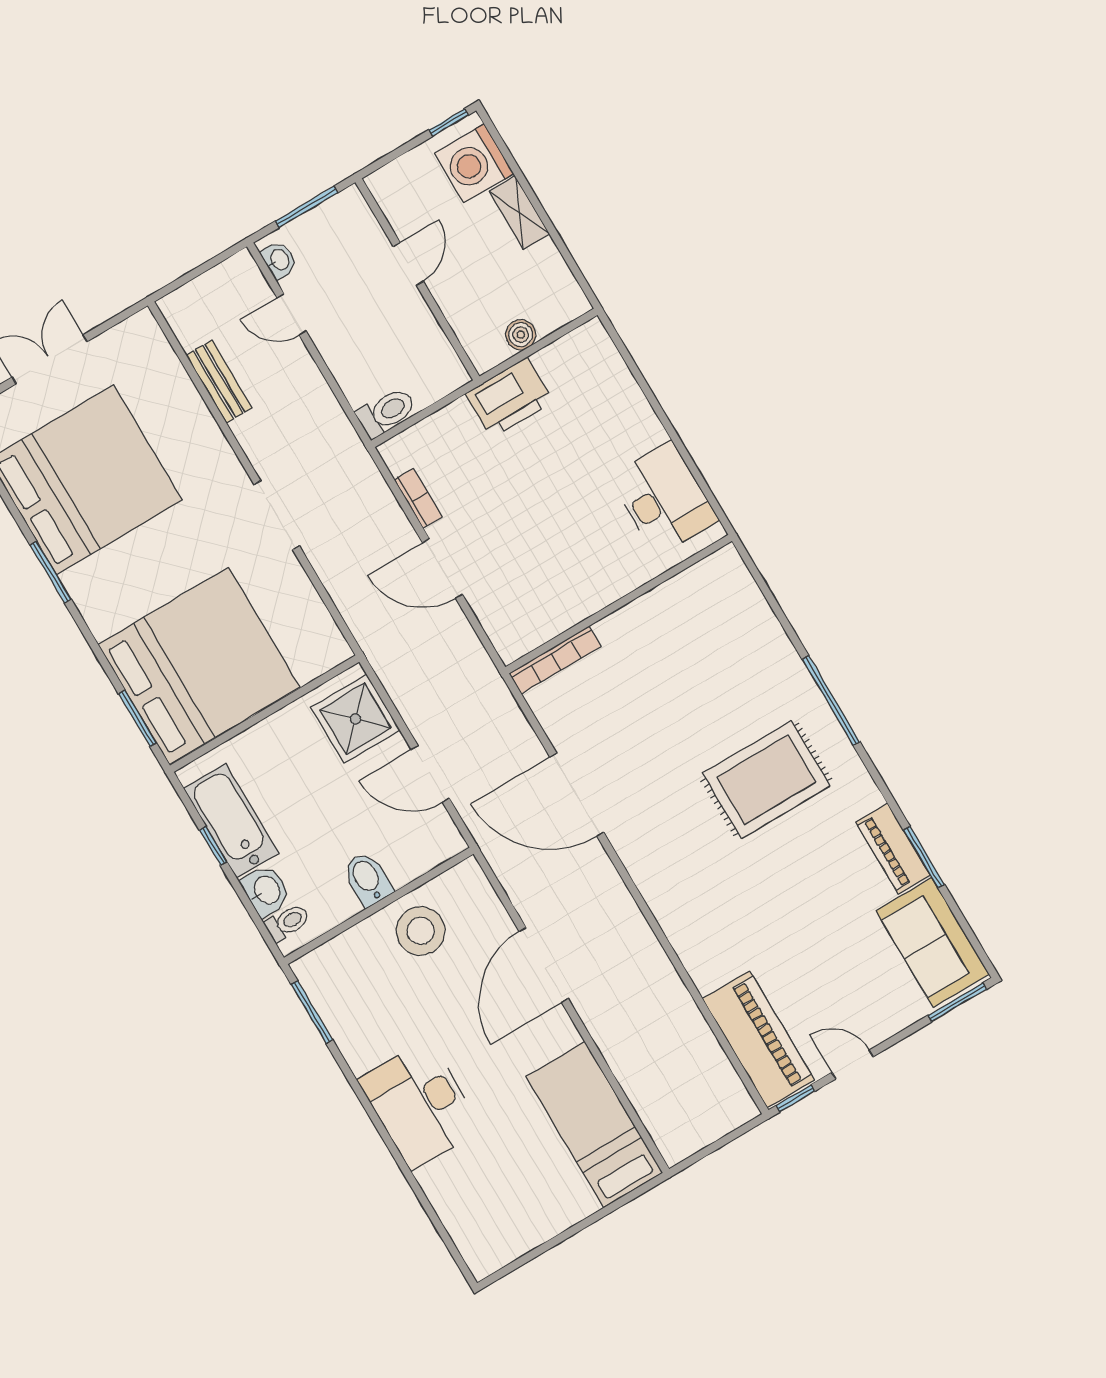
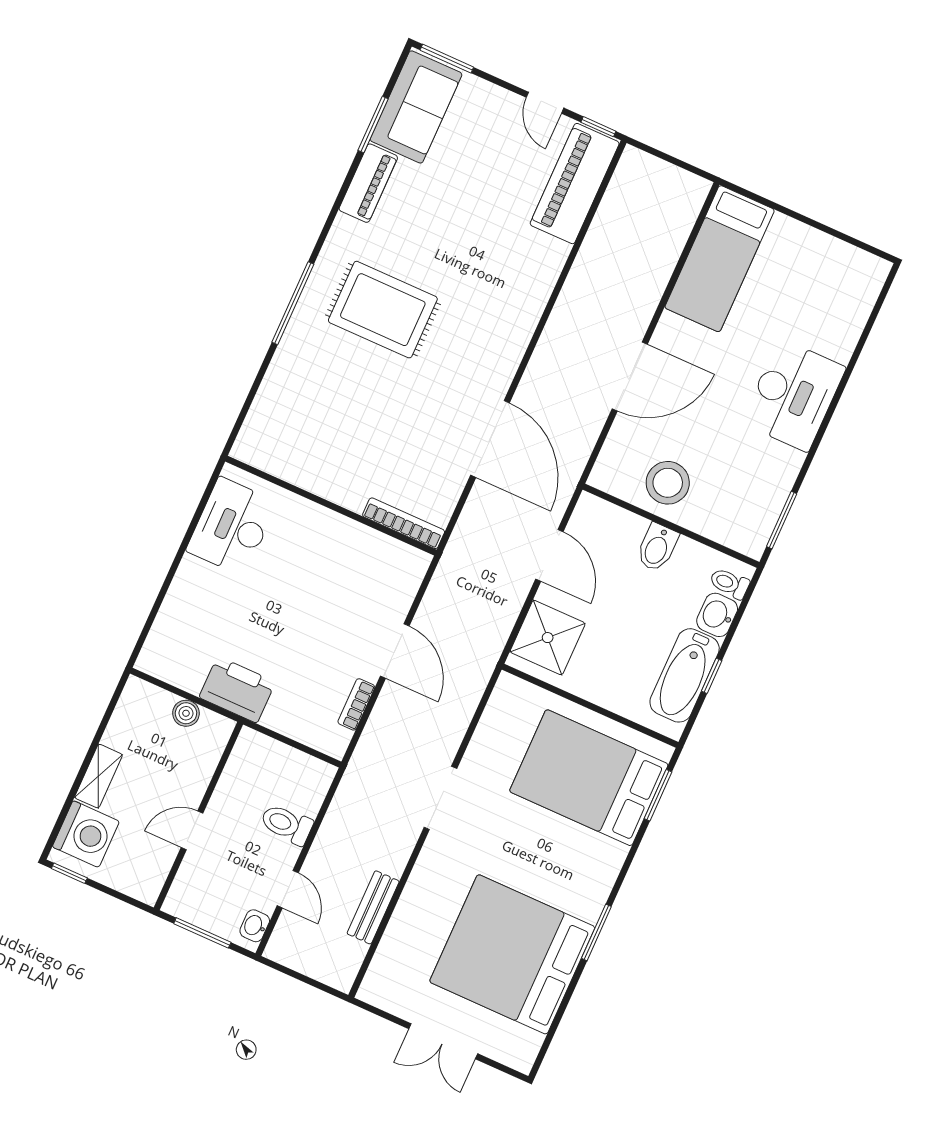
toilet: (386, 412) -> (287, 824), moved
bed: (199, 666) -> (589, 778), width x0.73
window: (924, 857) -> (373, 125), moved

